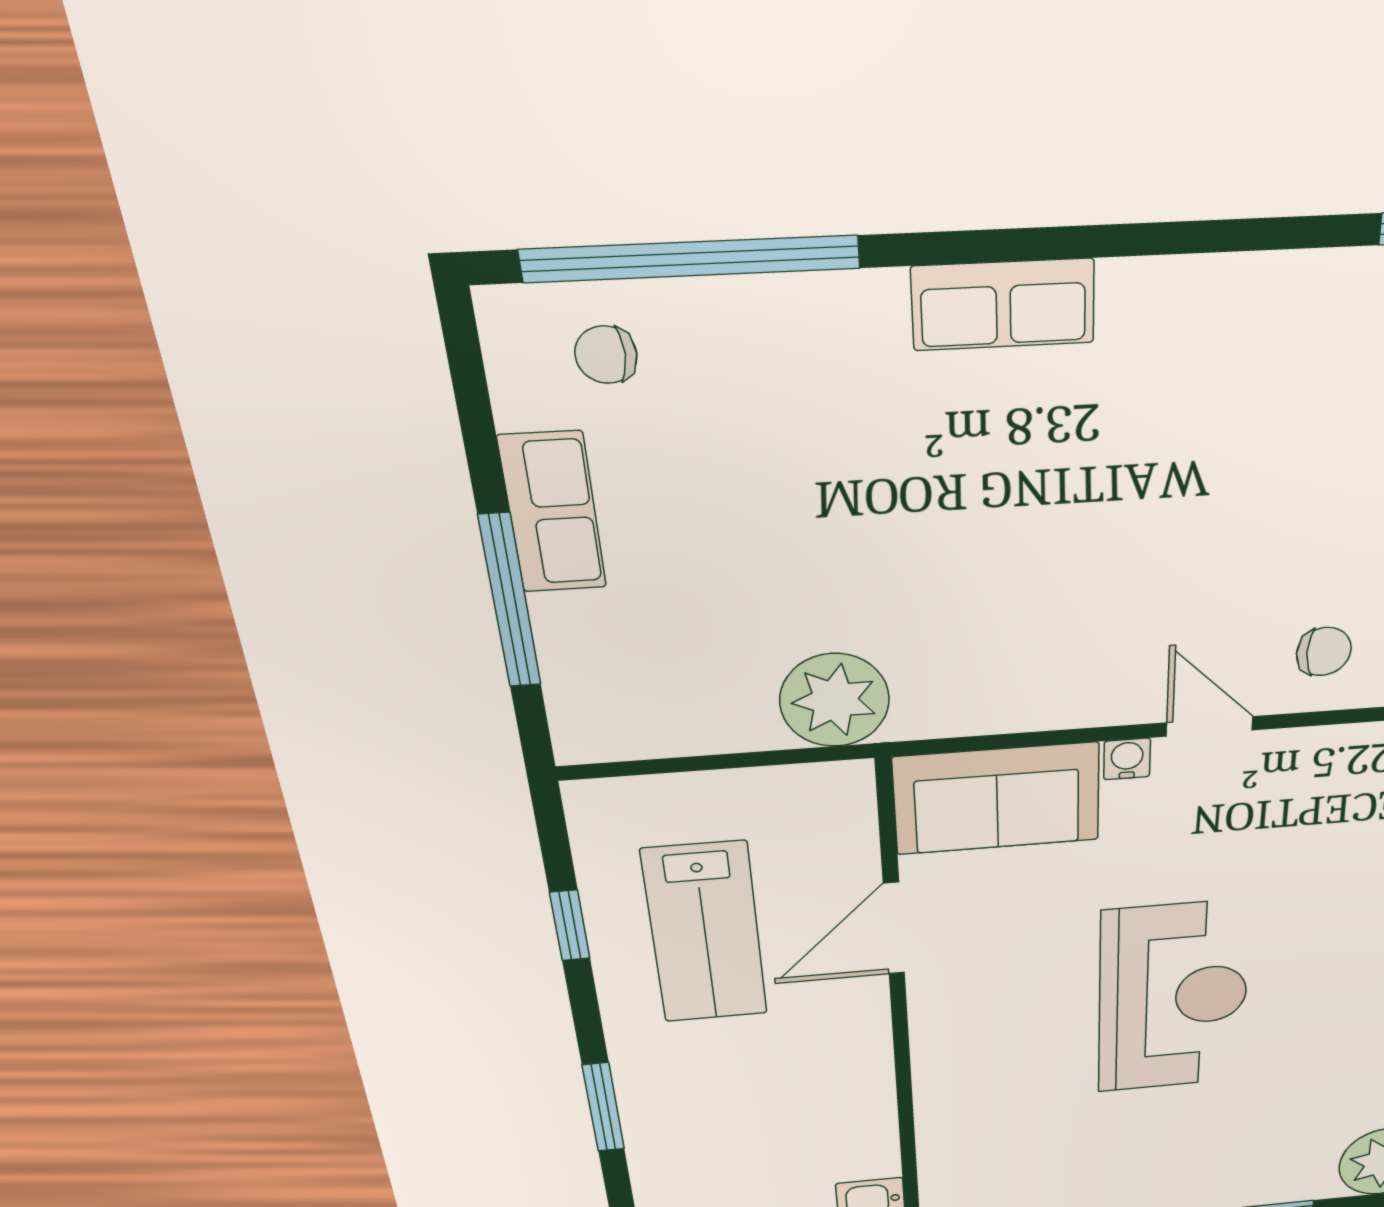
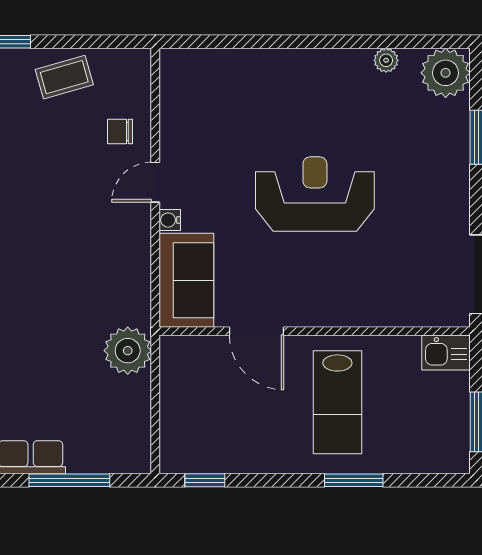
chair: (1324, 652) -> (120, 132), turned -90
window: (570, 925) -> (205, 480), moved
lab bench: (705, 933) -> (337, 402), moved, turned 90

